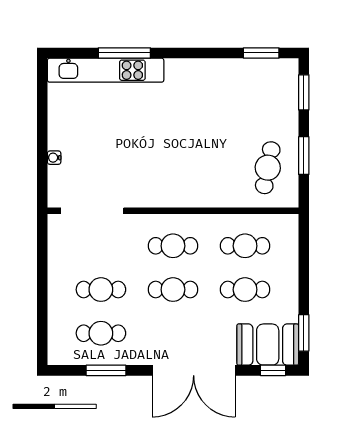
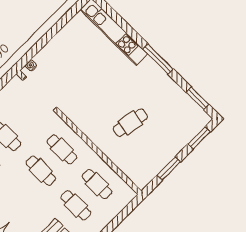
window: (124, 53) -> (158, 59), moved
water cooler: (54, 158) -> (31, 65), moved
cafe table: (268, 168) -> (130, 123), moved

